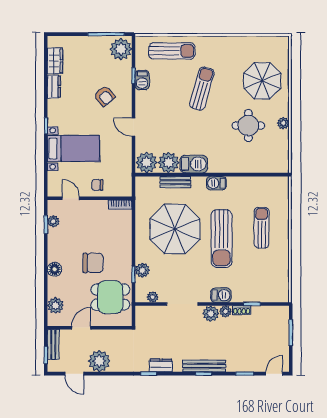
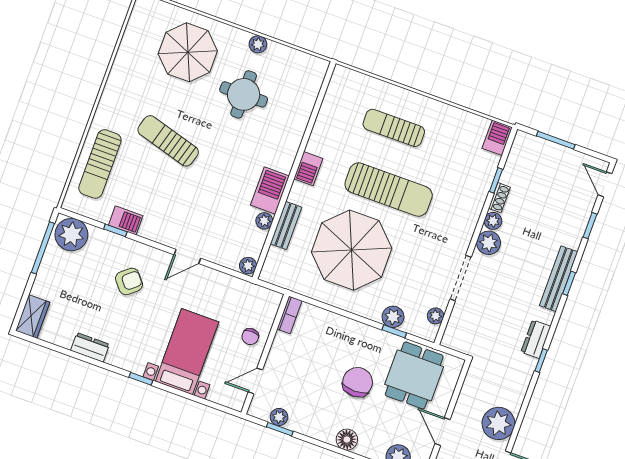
sun lounger: (172, 51) -> (100, 164), turned 180
wardrobe: (55, 61) -> (33, 316), moved, turned 90
plant: (146, 162) -> (248, 266), width x0.53, depth x0.53
plant: (169, 163) -> (264, 221), width x0.53, depth x0.53
barbecue: (221, 295) -> (497, 138), moved

